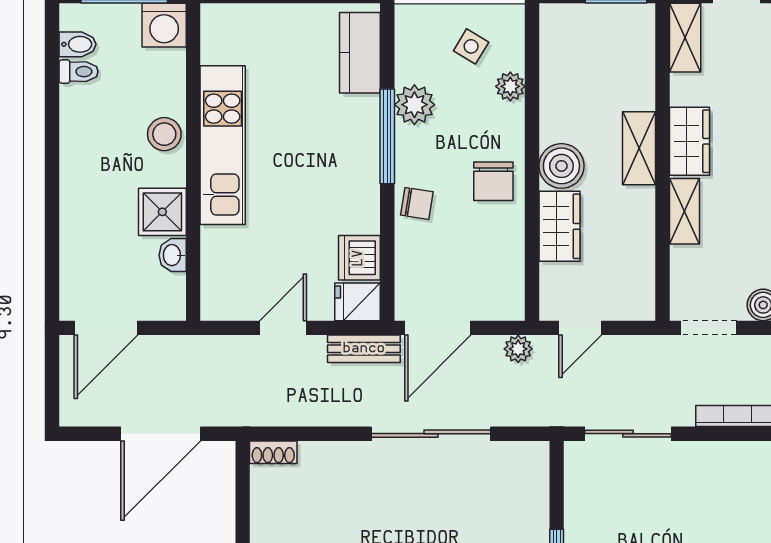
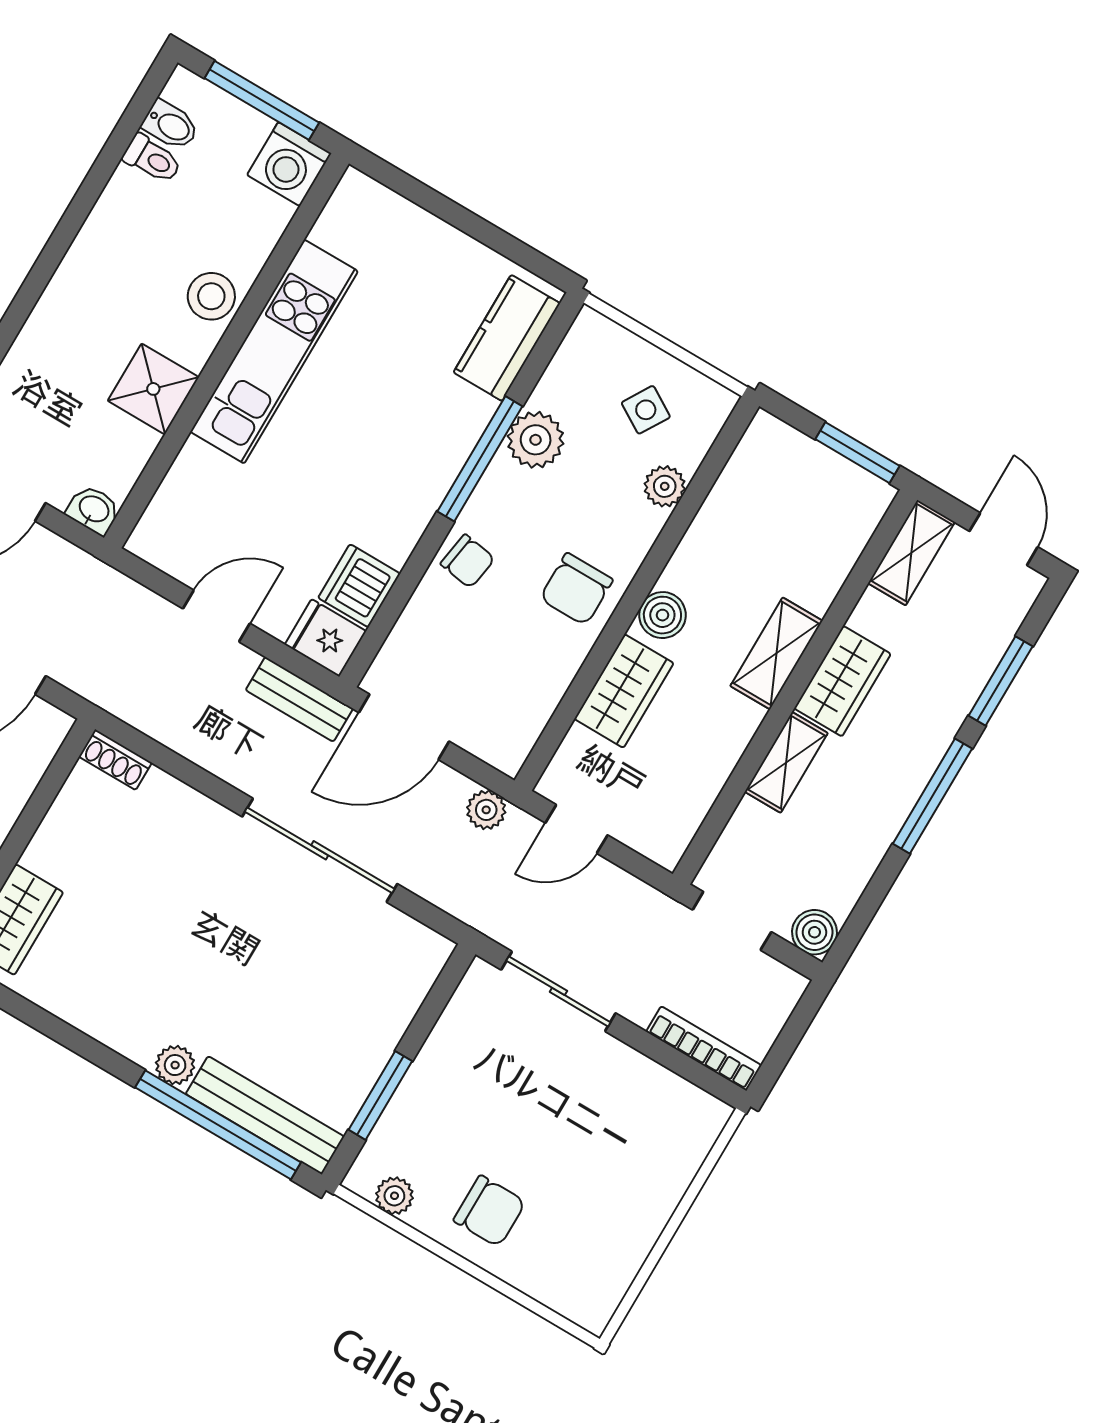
boiler: (561, 166) -> (662, 615), width x0.73, depth x0.73
washbasin: (173, 255) -> (94, 510), moved, turned 90

